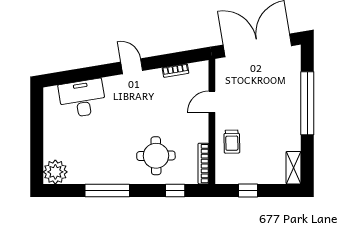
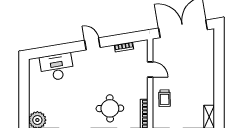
door: (212, 102) -> (150, 69), swing flipped
window: (307, 103) -> (219, 70), removed

